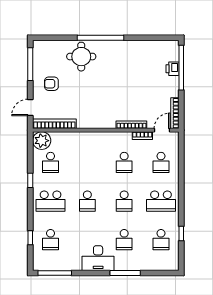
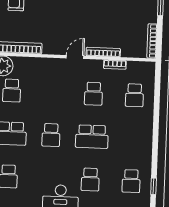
door: (162, 130) -> (75, 57), moved
school desk: (124, 201) -> (92, 137), width x1.85
school desk: (161, 201) -> (133, 138), removed
window: (181, 234) -> (154, 186), moved

